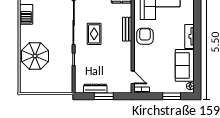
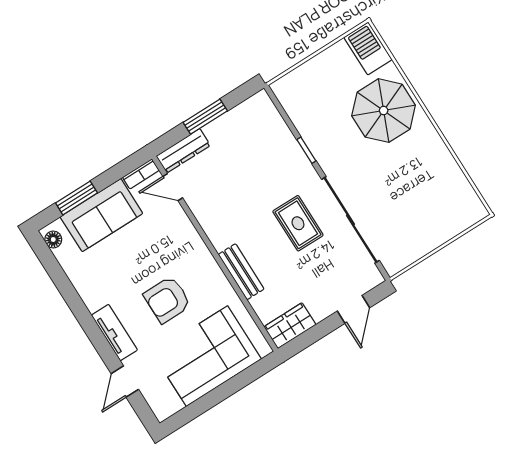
barbecue: (26, 14) -> (368, 48), moved
door: (197, 15) -> (125, 382), added
armchair: (145, 36) -> (167, 300), moved, turned 90
sofa: (185, 65) -> (101, 215), moved, turned 90
dresser: (95, 89) -> (183, 151), moved

